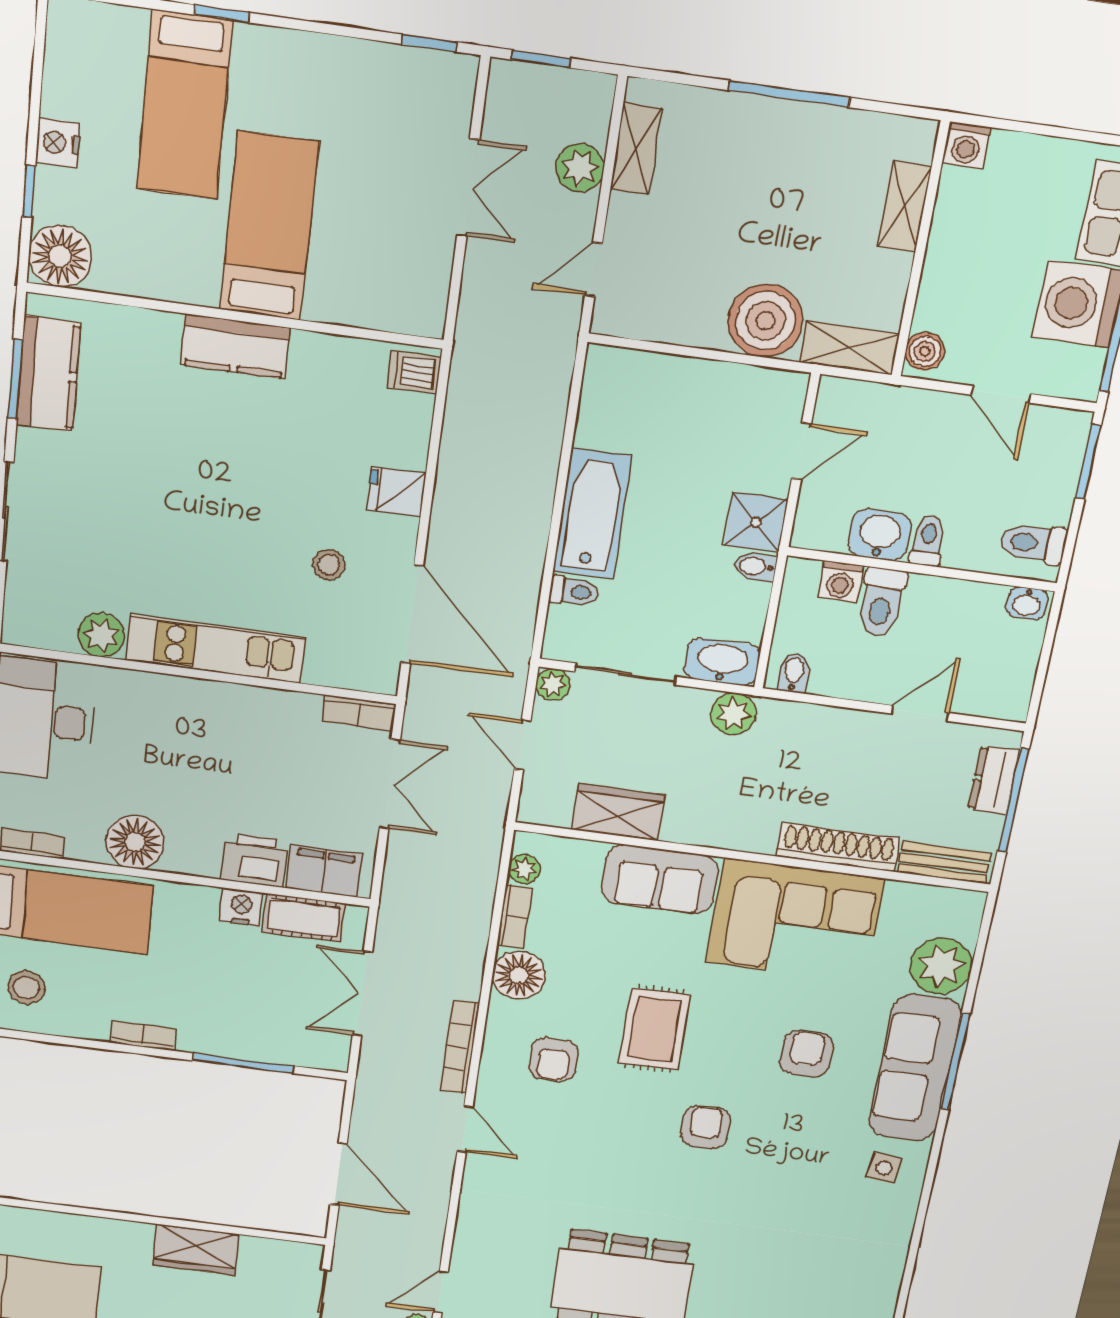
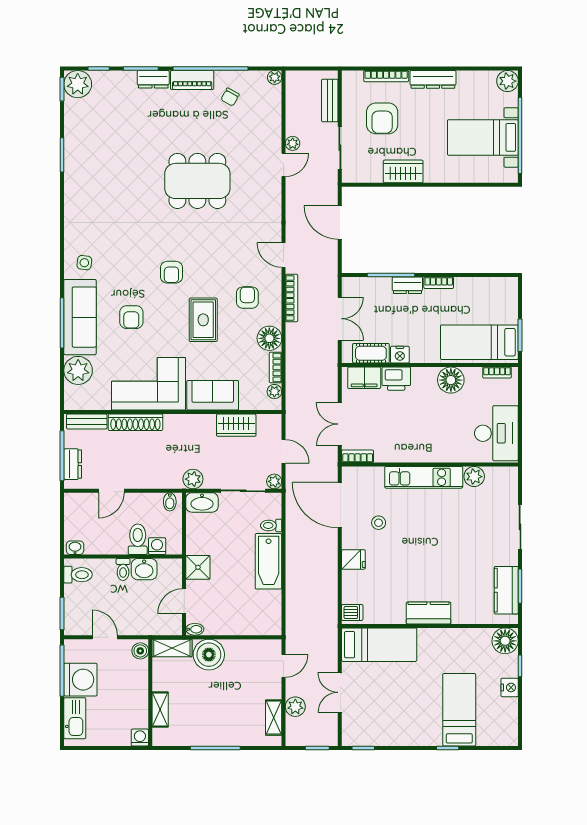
bed: (269, 226) -> (379, 645), moved, turned -90
bidet: (755, 566) -> (195, 629), moved
stool: (26, 987) -> (494, 300), removed
dresser: (210, 1039) -> (407, 285), added

